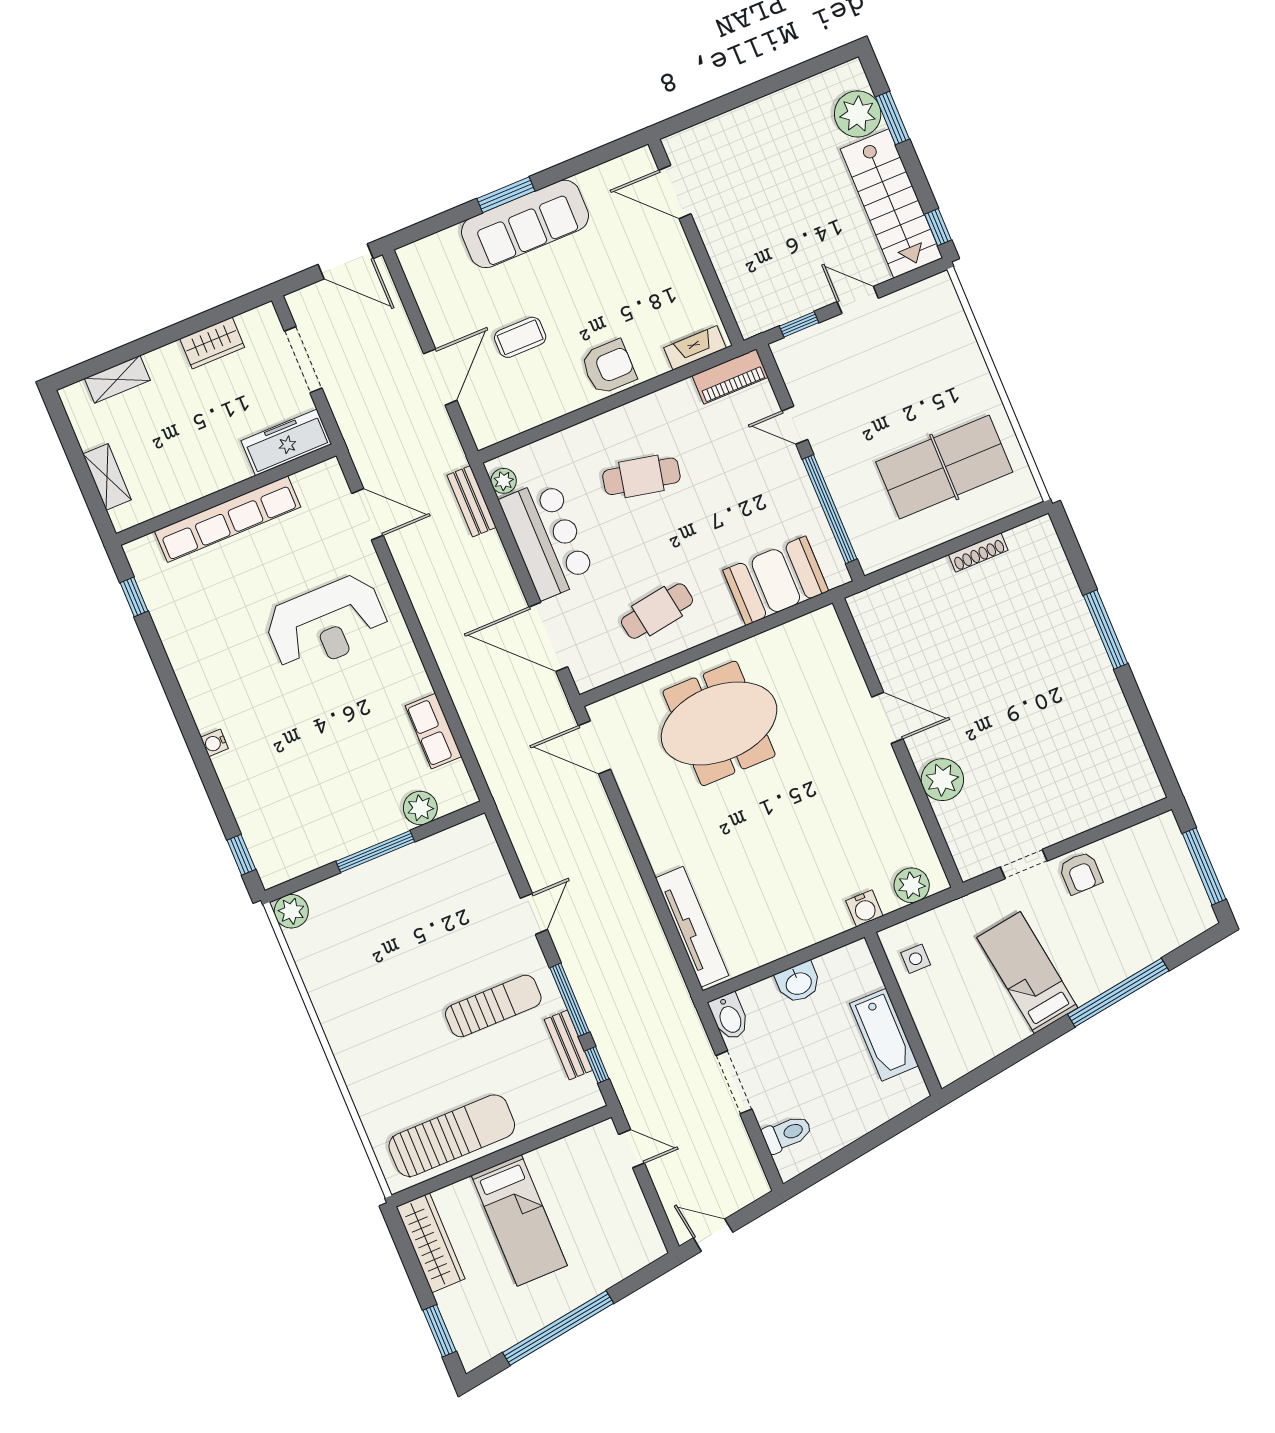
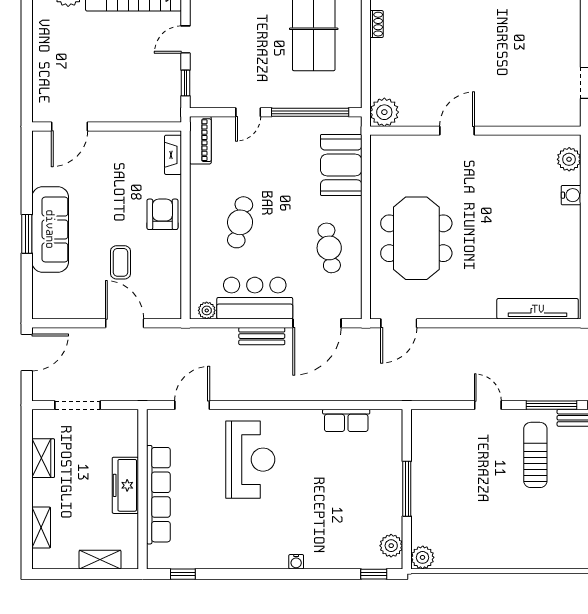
freezer: (286, 442) -> (125, 485), moved
bench: (472, 501) -> (262, 336), moved
shoe rack: (978, 552) -> (377, 24), width x0.70
plant: (942, 780) -> (384, 112), moved
plant: (420, 808) -> (391, 546), moved

